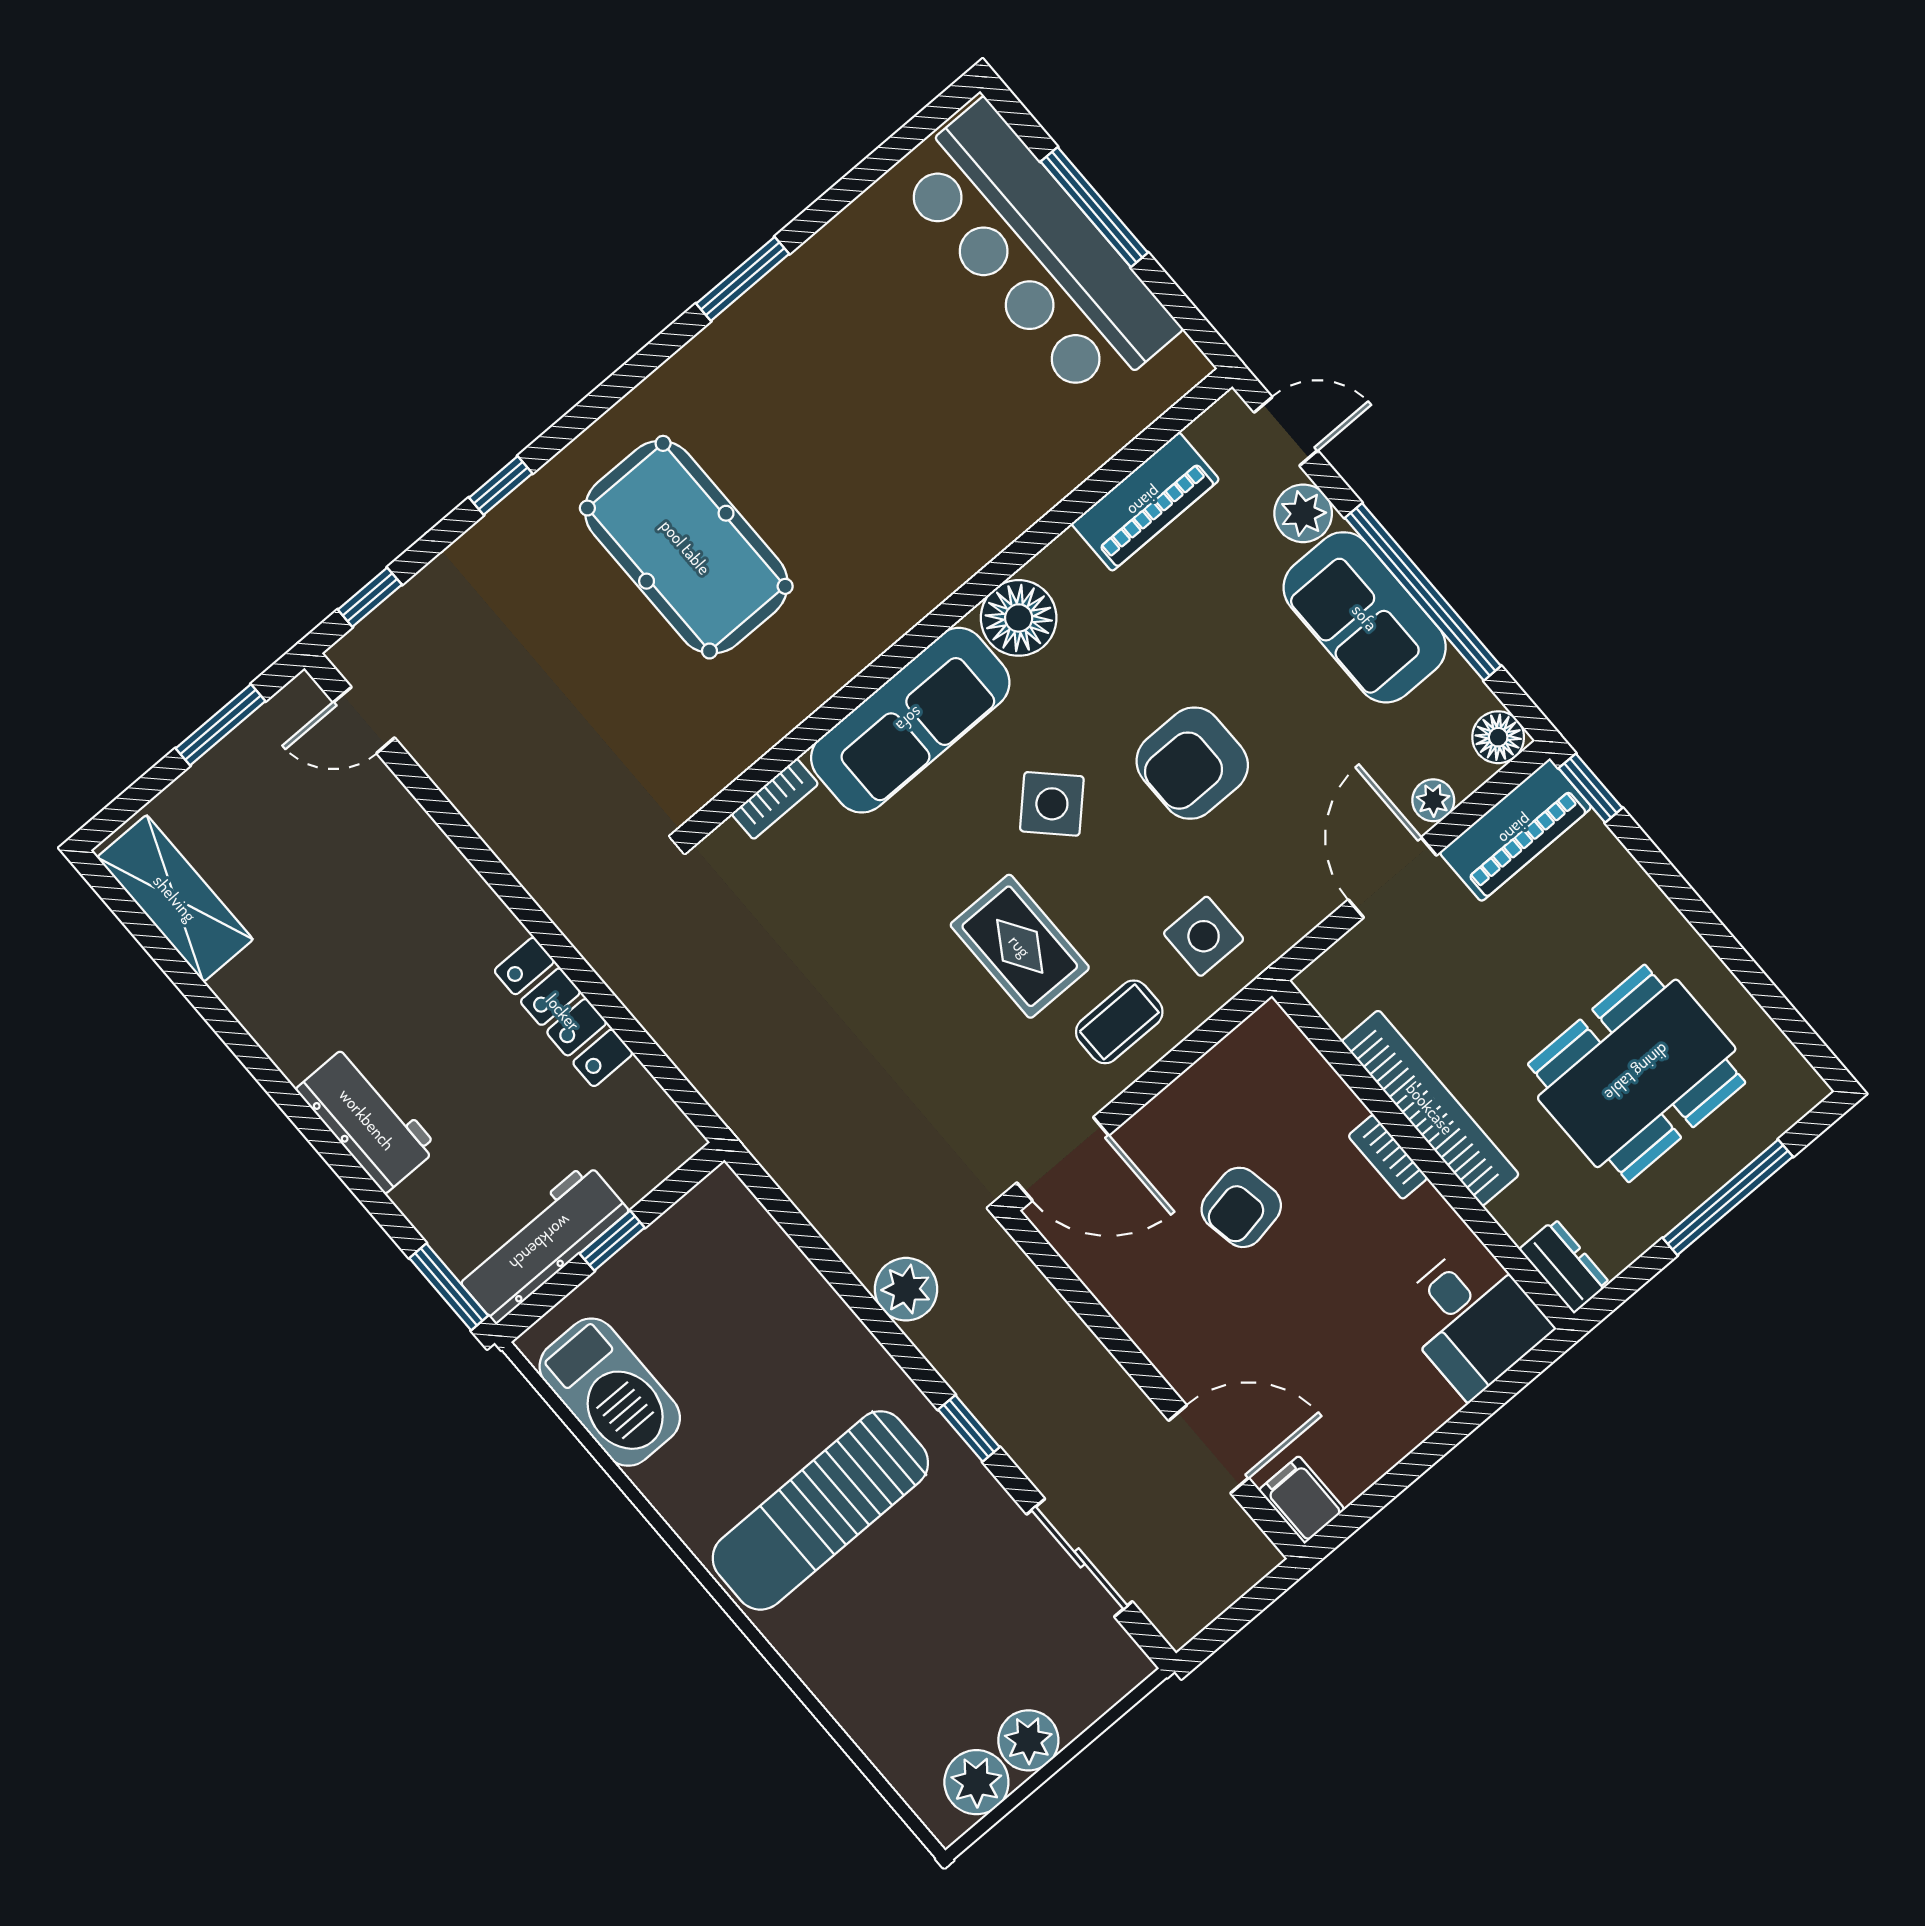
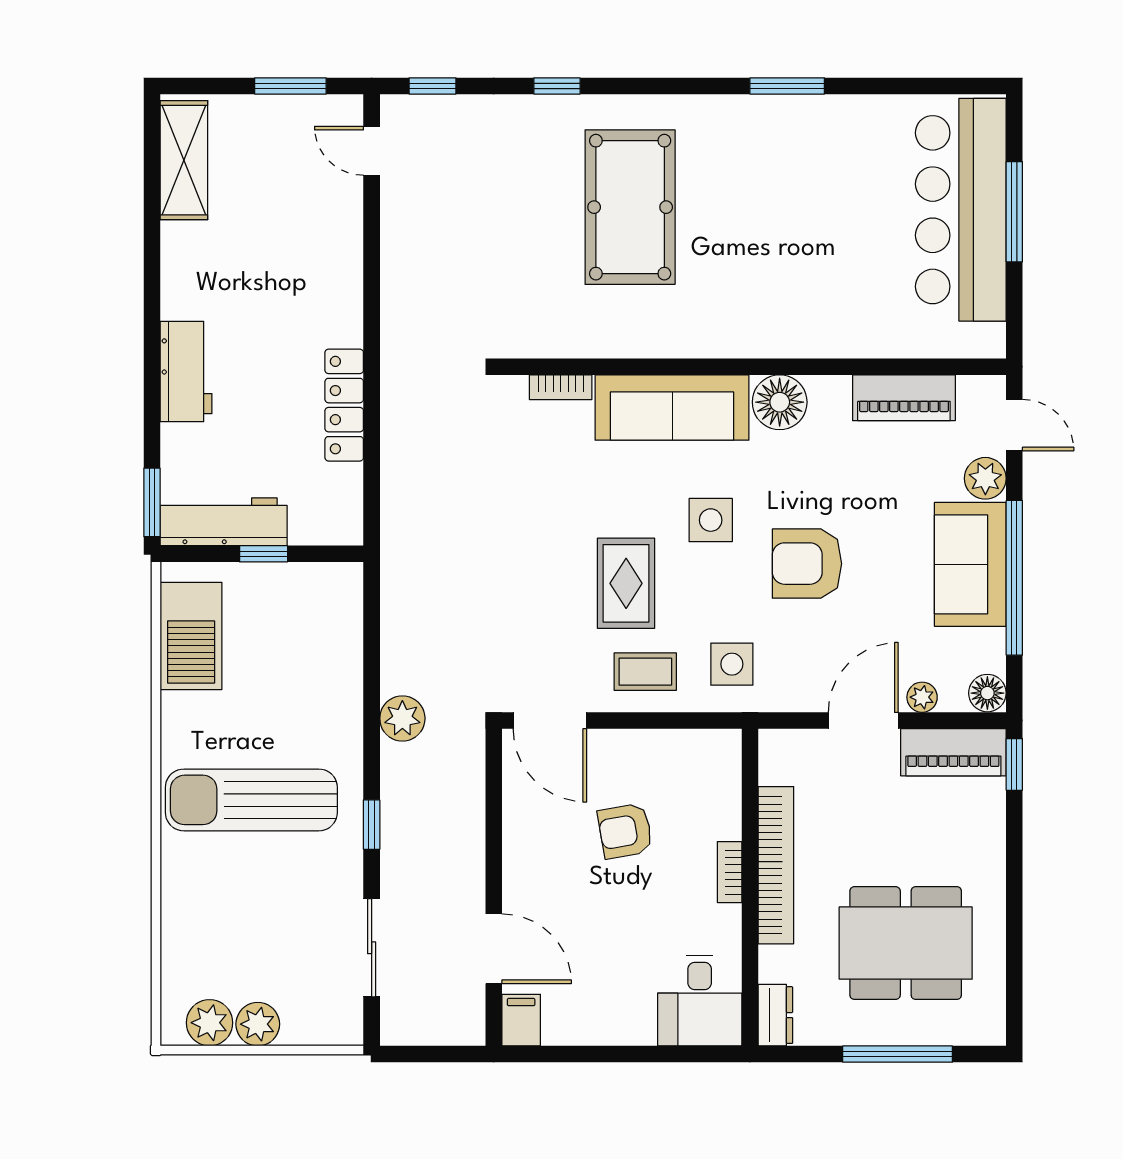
side table: (1052, 804) -> (711, 520), turned 45

